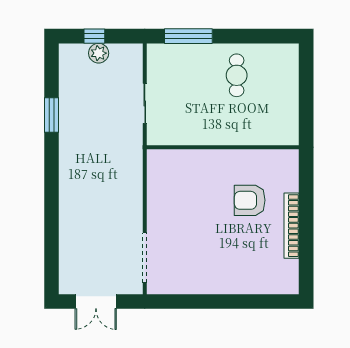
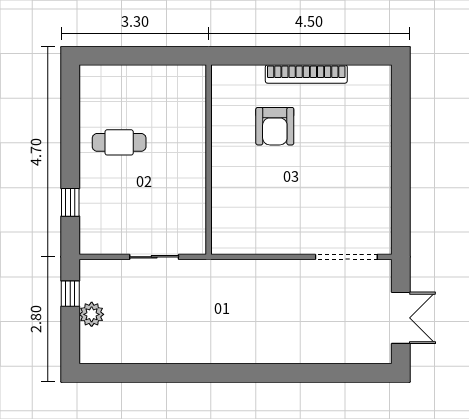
window: (94, 36) -> (70, 294), moved
window: (188, 36) -> (70, 202), width x0.46
window: (52, 115) -> (168, 373), removed

